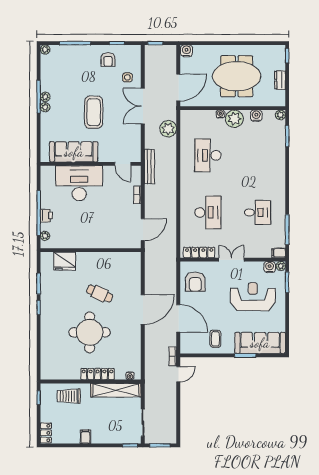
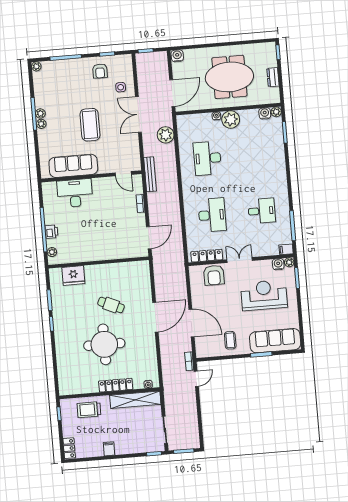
water cooler: (256, 116) -> (265, 113), moved
desk: (79, 183) -> (75, 193), width x0.73, depth x0.77
armchair: (195, 282) -> (214, 275), moved

